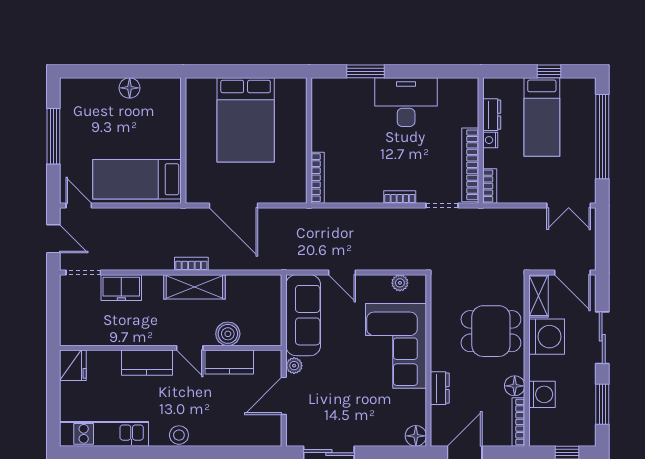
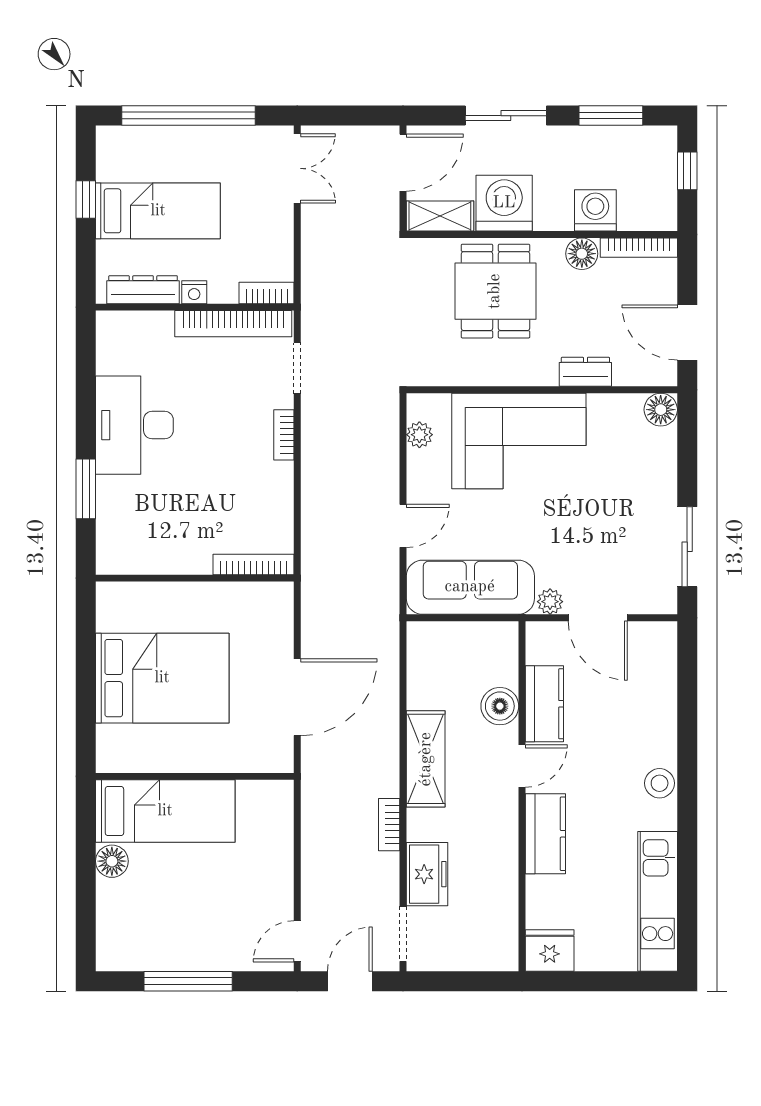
dresser: (492, 115) -> (143, 290), width x1.44
bed: (137, 179) -> (165, 811), moved, turned -90
bookcase: (191, 264) -> (389, 825), moved

